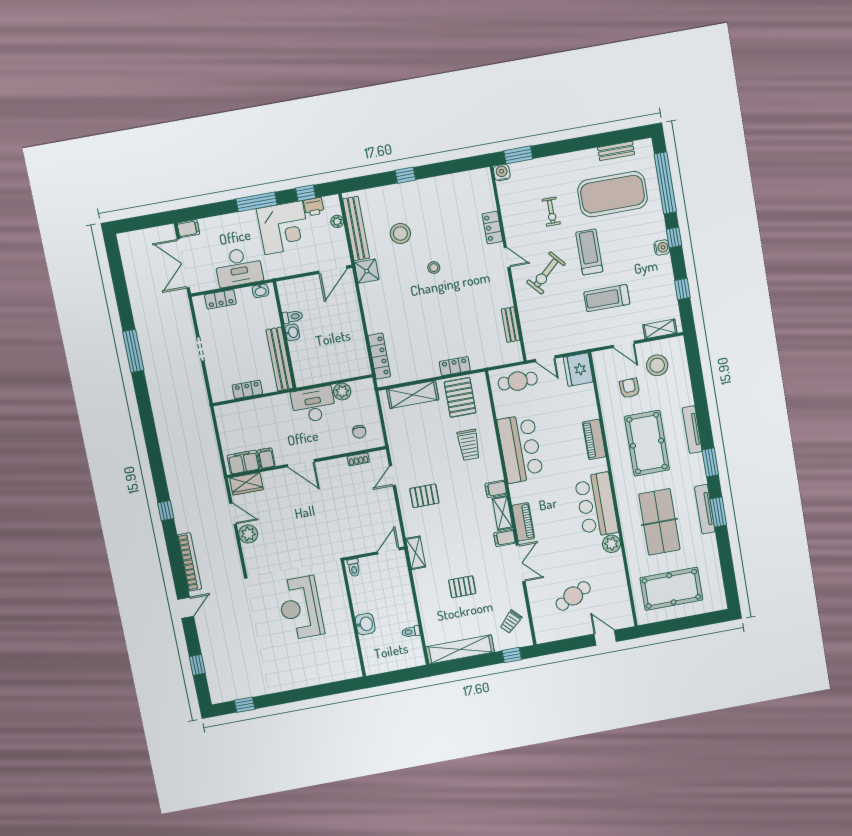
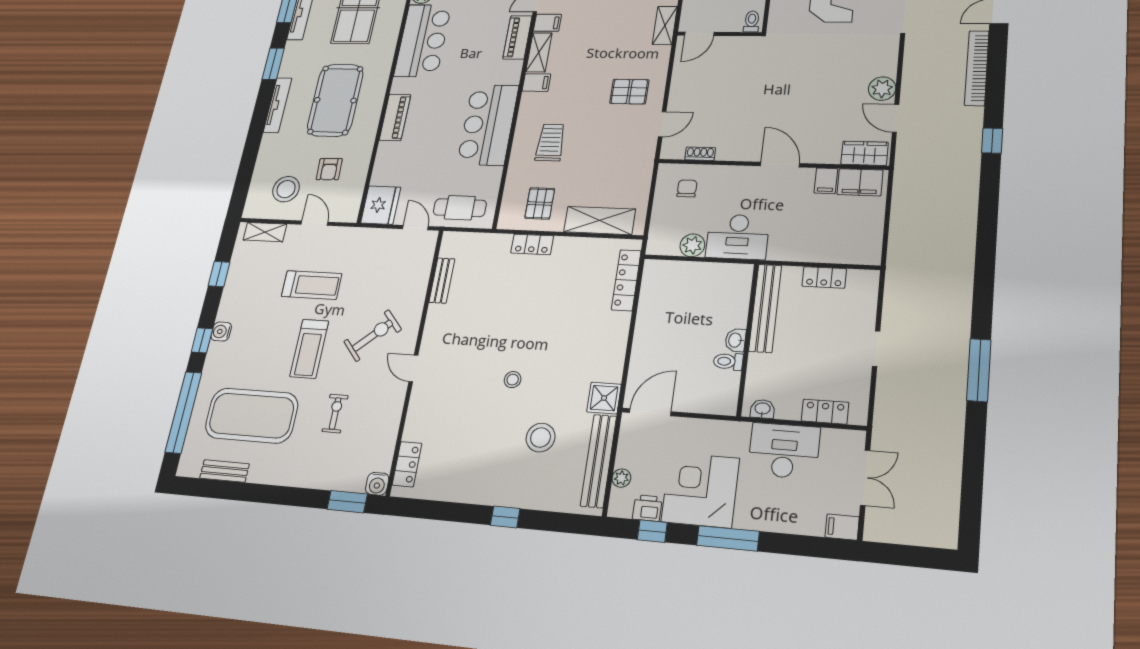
locker: (492, 228) -> (407, 464), moved
double door: (183, 263) -> (865, 478), width x0.73
pallet: (460, 397) -> (540, 203), width x0.67, depth x0.71

